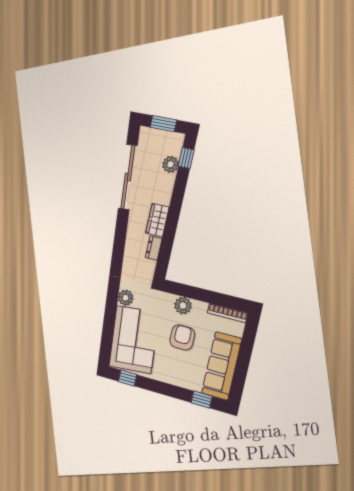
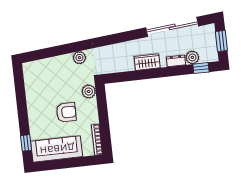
dresser: (154, 248) -> (176, 61), moved
plant: (183, 305) -> (89, 91), moved
corner sofa: (134, 339) -> (50, 75), removed
window: (128, 378) -> (19, 81), removed

